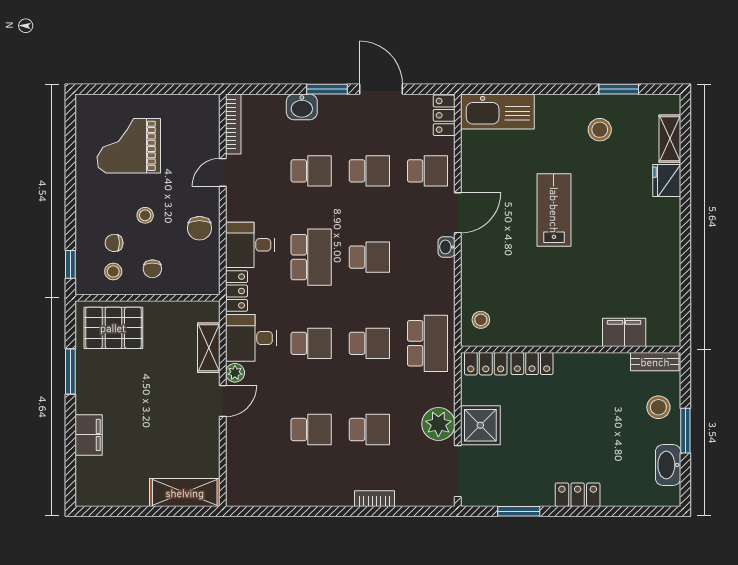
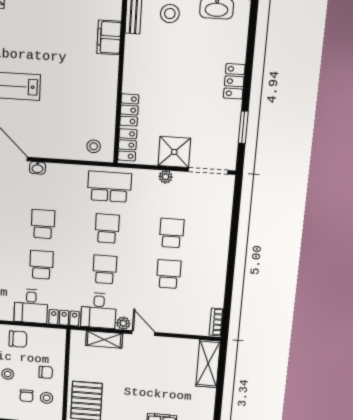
school desk: (311, 257) -> (41, 265), width x0.54
plant: (438, 424) -> (166, 177), width x0.53, depth x0.53
bookcase: (375, 499) -> (216, 322), moved

